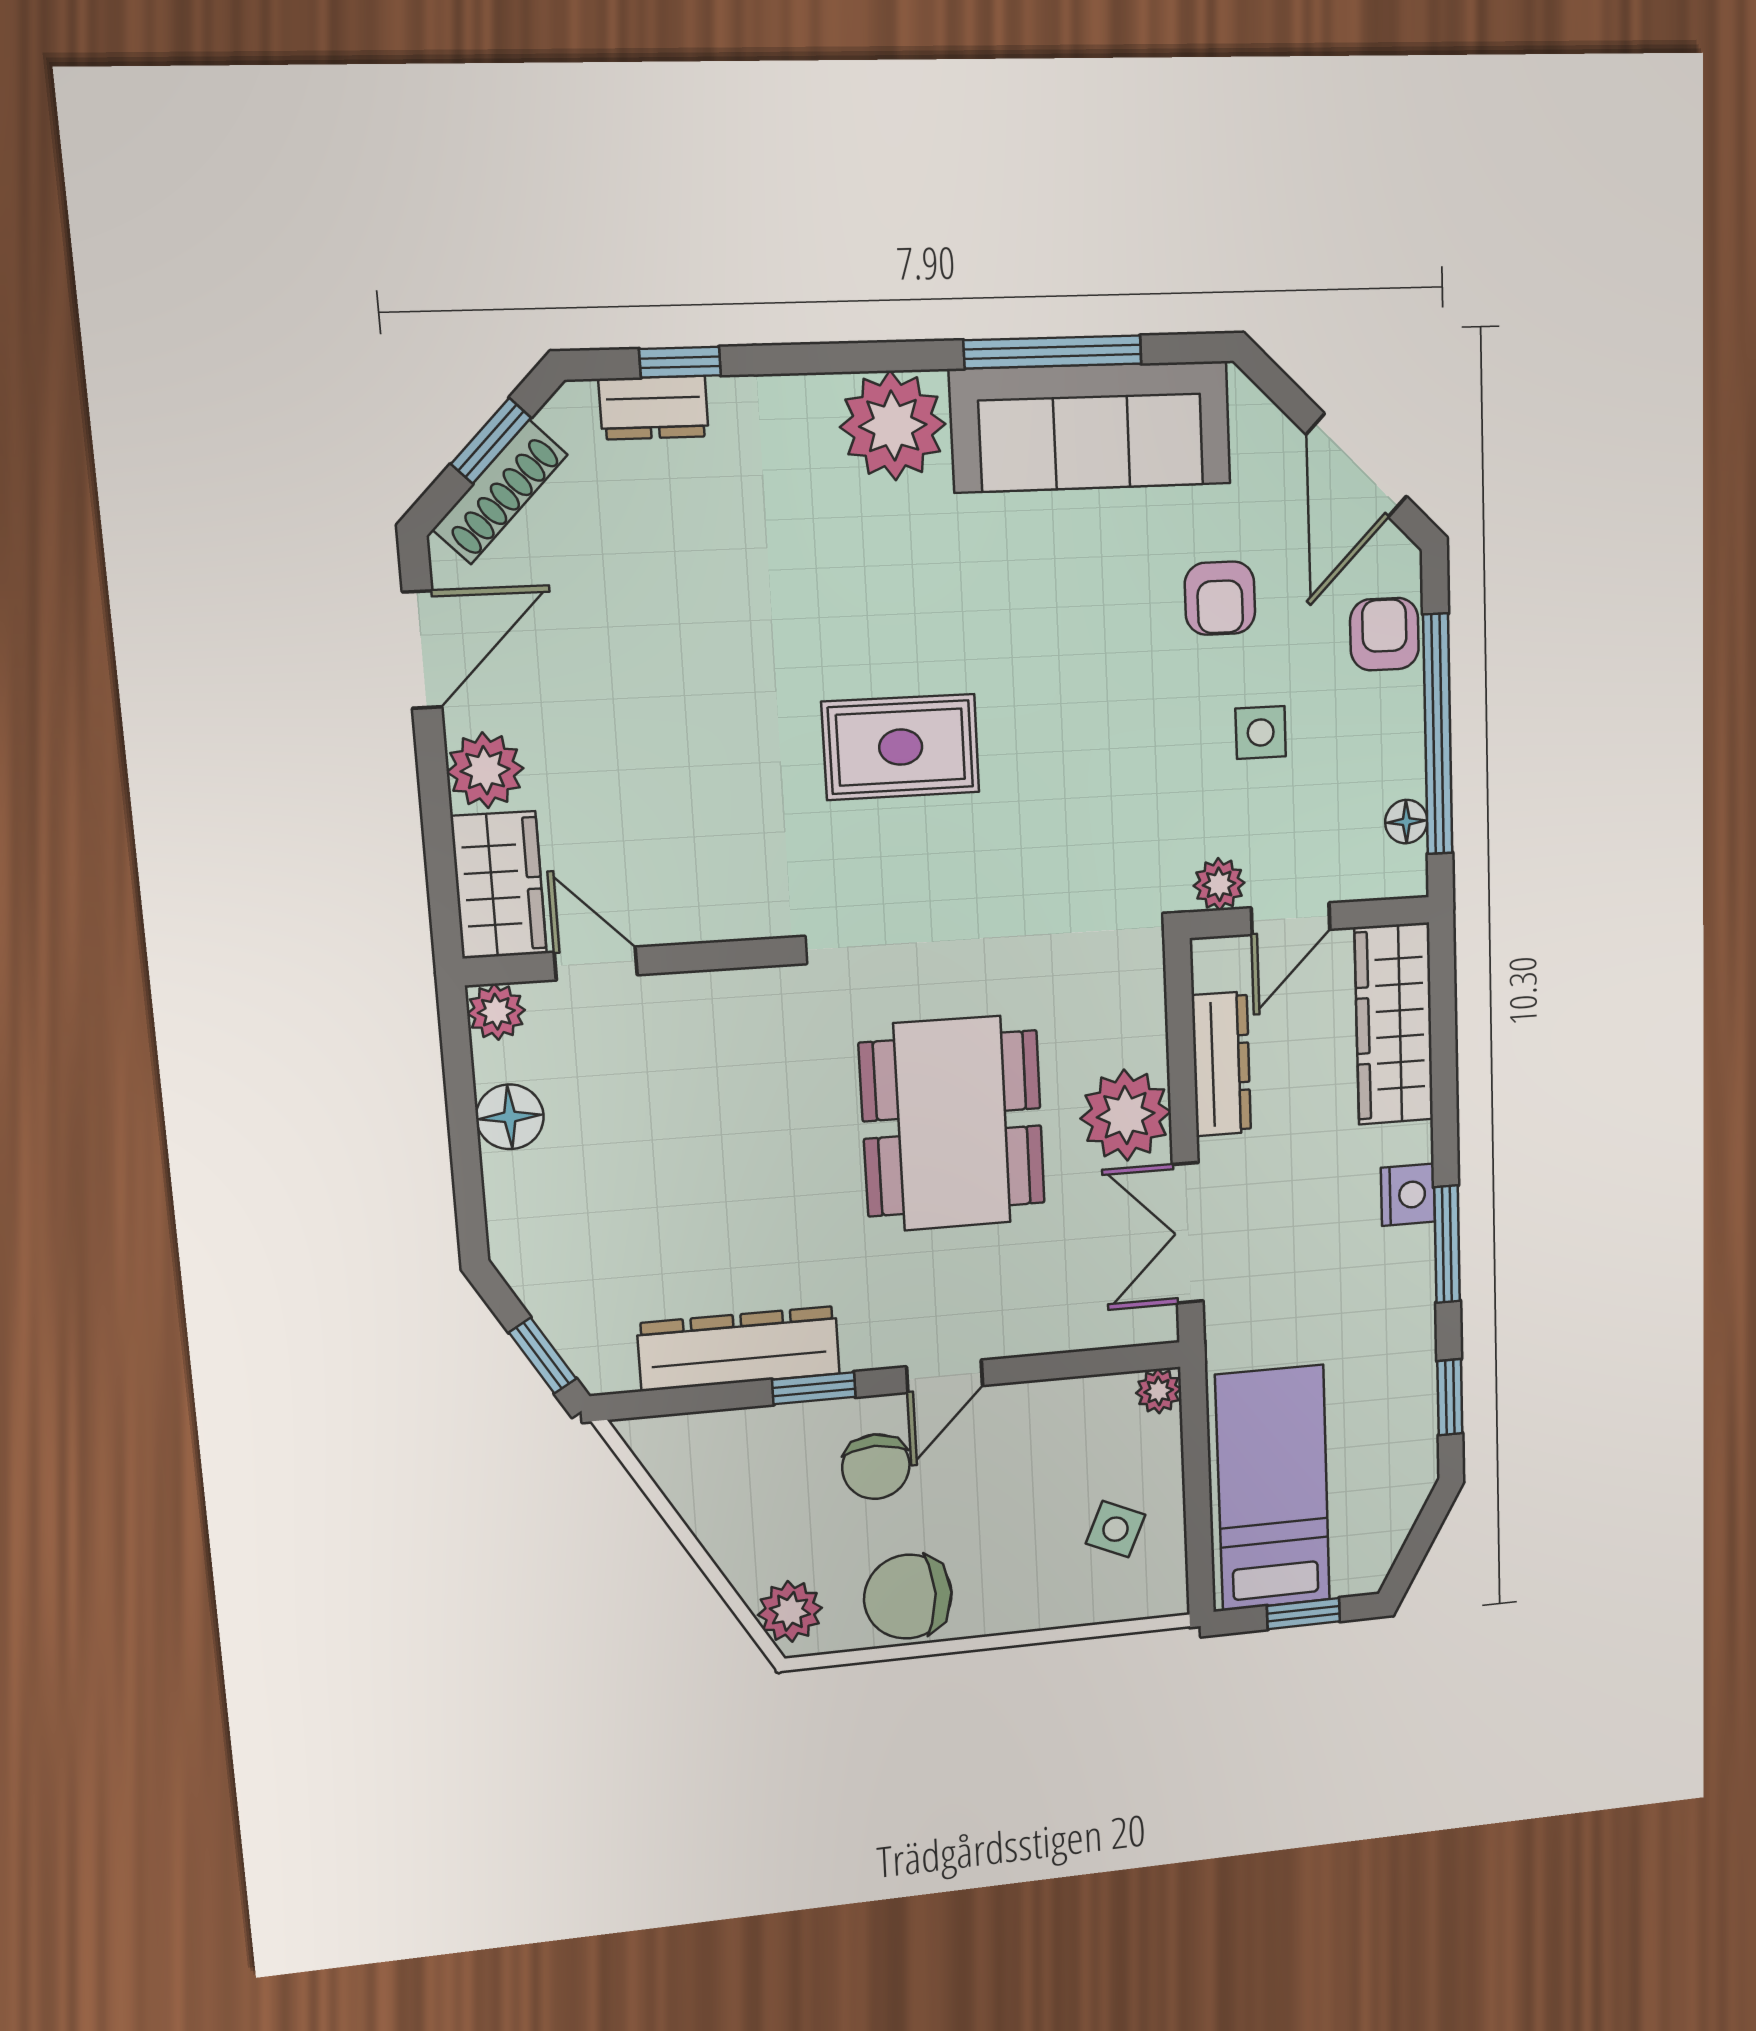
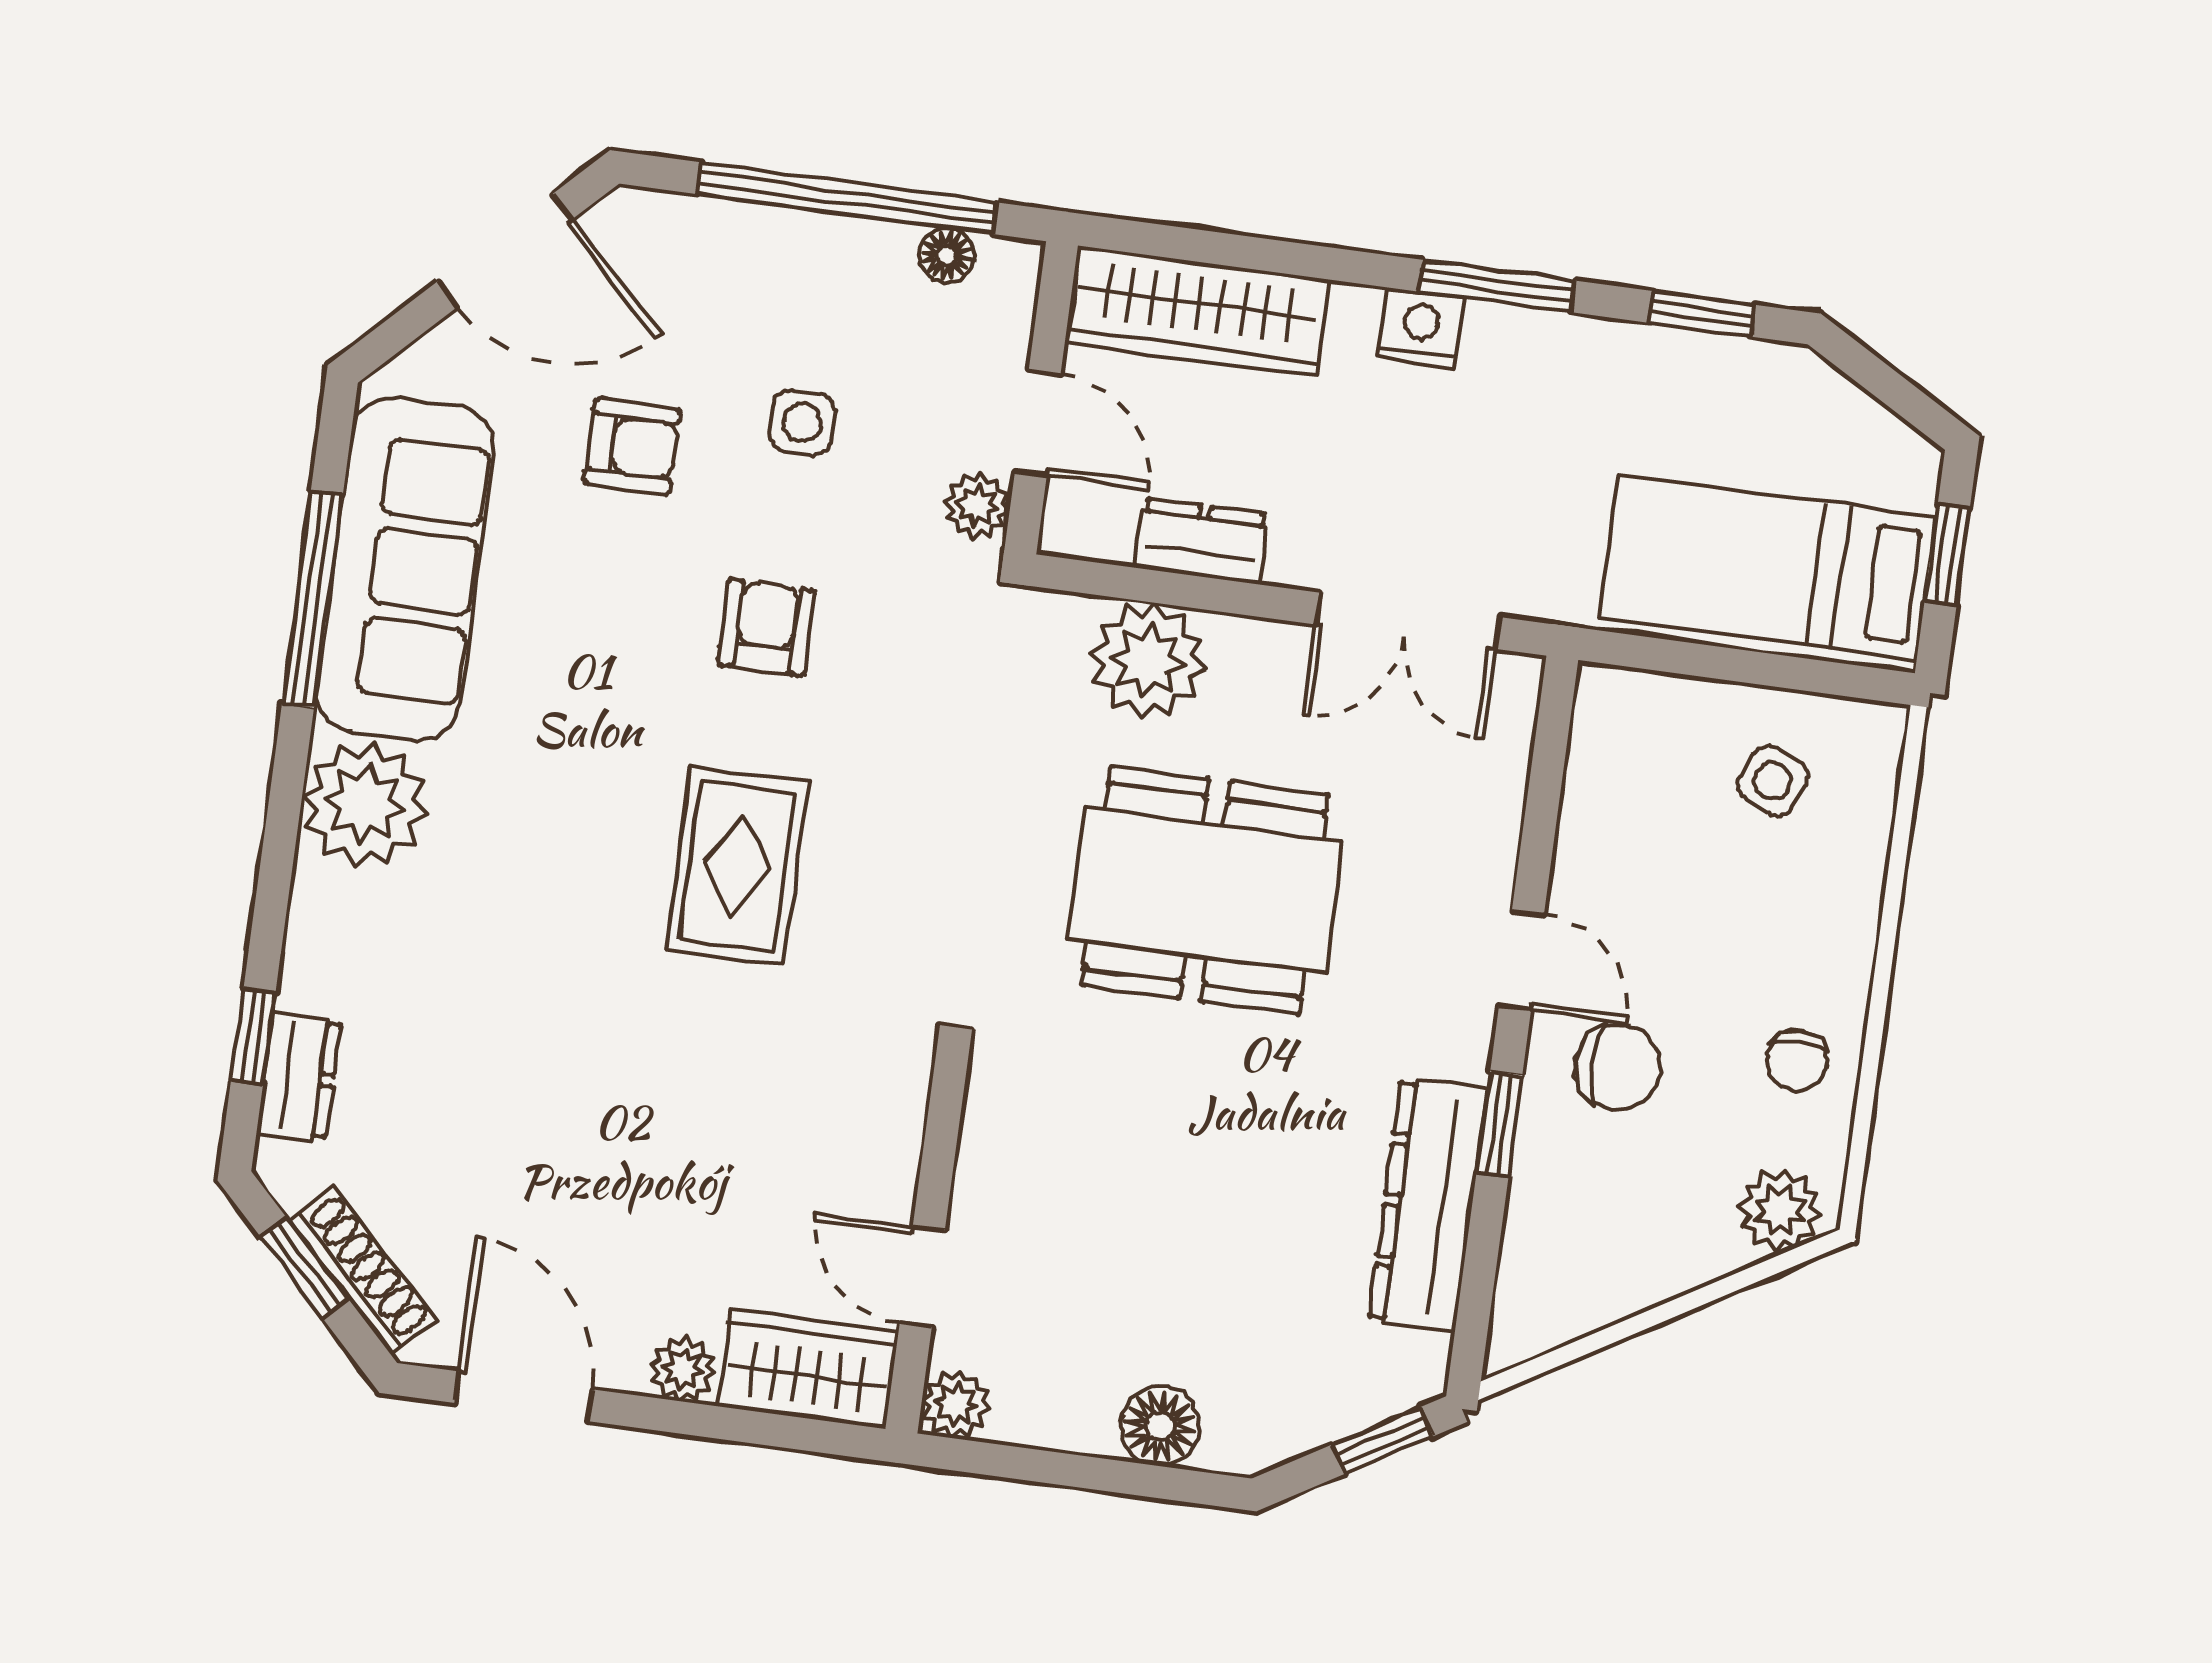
armchair: (1384, 634) -> (766, 627), moved, turned 90
plant: (485, 770) -> (683, 1369), width x0.73, depth x0.73
door: (596, 964) -> (922, 1277), hinge flipped
dresser: (1221, 1064) -> (1202, 541), width x0.70
plant: (1126, 1115) -> (1148, 661), moved
floor lamp: (510, 1117) -> (1160, 1426), moved
plant: (1159, 1391) -> (1604, 693), removed
chair: (908, 1597) -> (1797, 1060), width x0.54, depth x0.54

